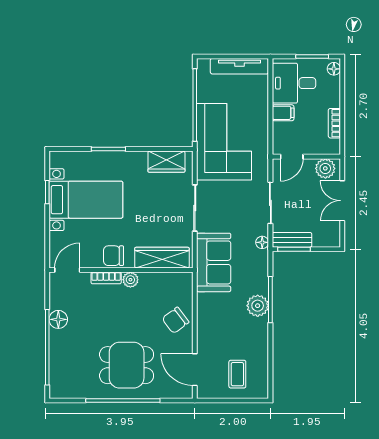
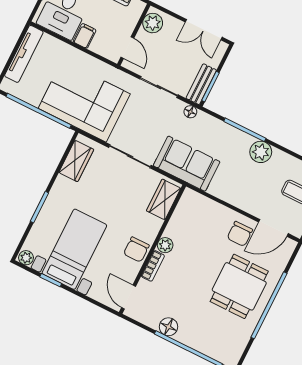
plant: (56, 160) -> (26, 258), added
double door: (342, 201) -> (204, 30), moved
wardrobe: (162, 258) -> (164, 199), width x0.67
plant: (258, 306) -> (261, 152), moved
chair: (175, 320) -> (240, 234), moved, turned 37

